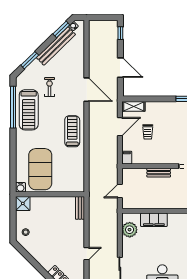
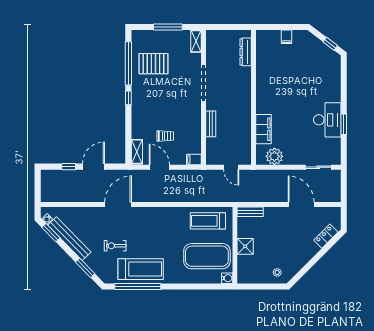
window: (120, 33) -> (69, 167), moved
treadmill: (72, 131) -> (208, 221), moved
shower: (23, 203) -> (245, 246), moved
door: (87, 254) -> (301, 204), width x1.87

